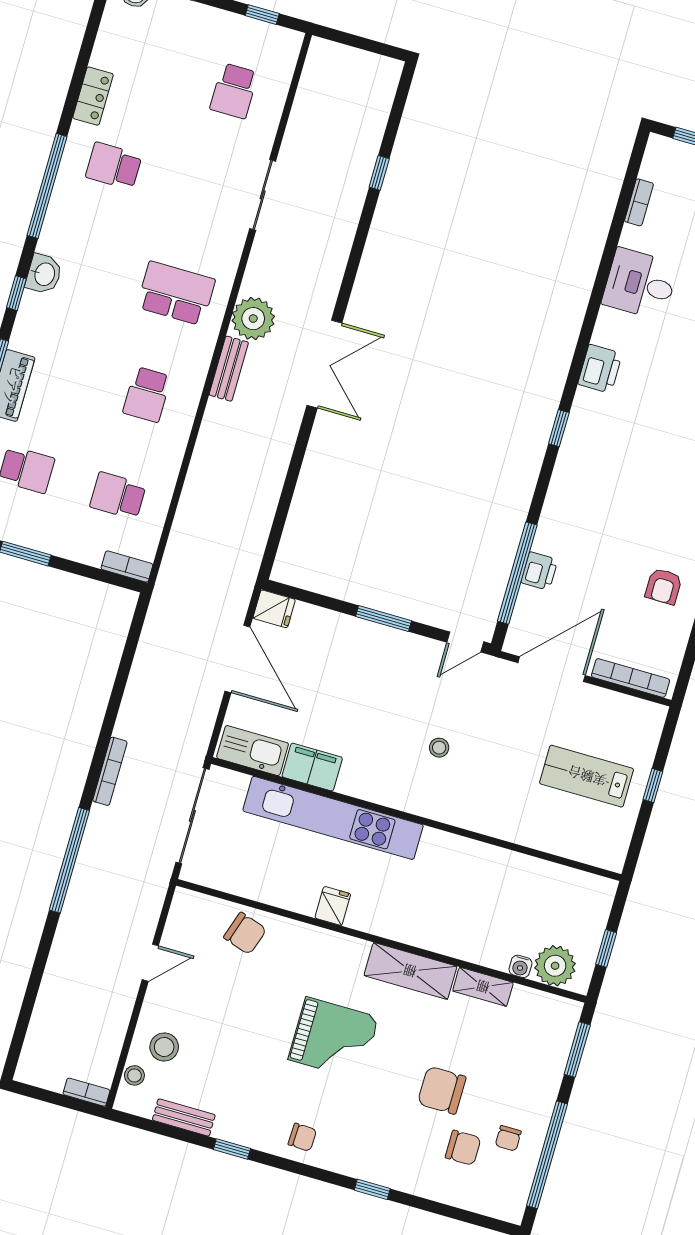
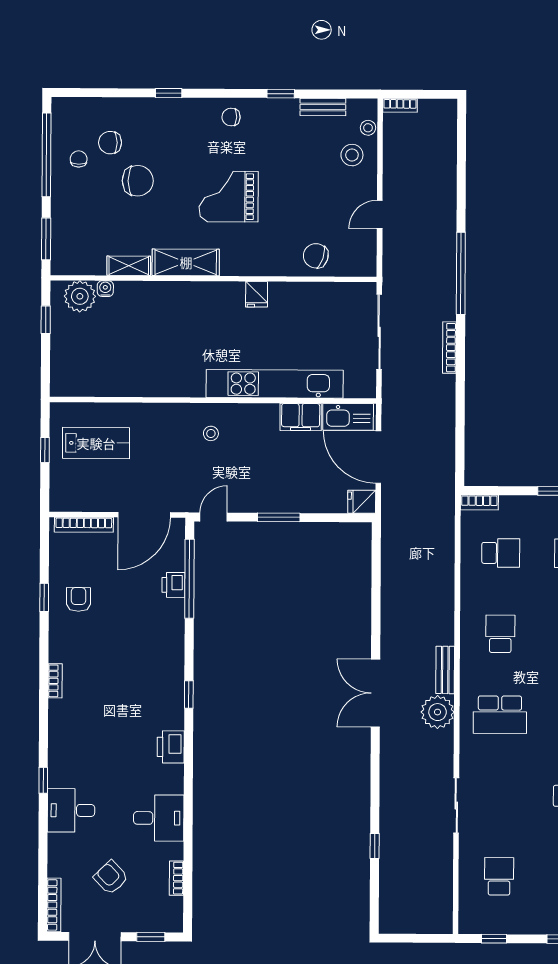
kitchen sink: (253, 751) -> (348, 417), moved
filing cabinet: (312, 767) -> (301, 417), moved
kitchen unit: (333, 818) -> (275, 384), moved
wall: (416, 819) -> (213, 400), moved

